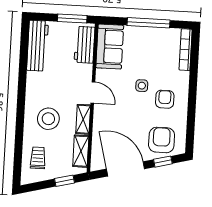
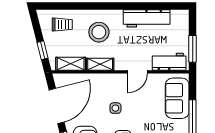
workbench: (37, 46) -> (147, 18), moved
sofa: (110, 47) -> (177, 98), moved, turned 90
side table: (142, 86) -> (115, 108), moved
door: (93, 92) -> (137, 72), moved

